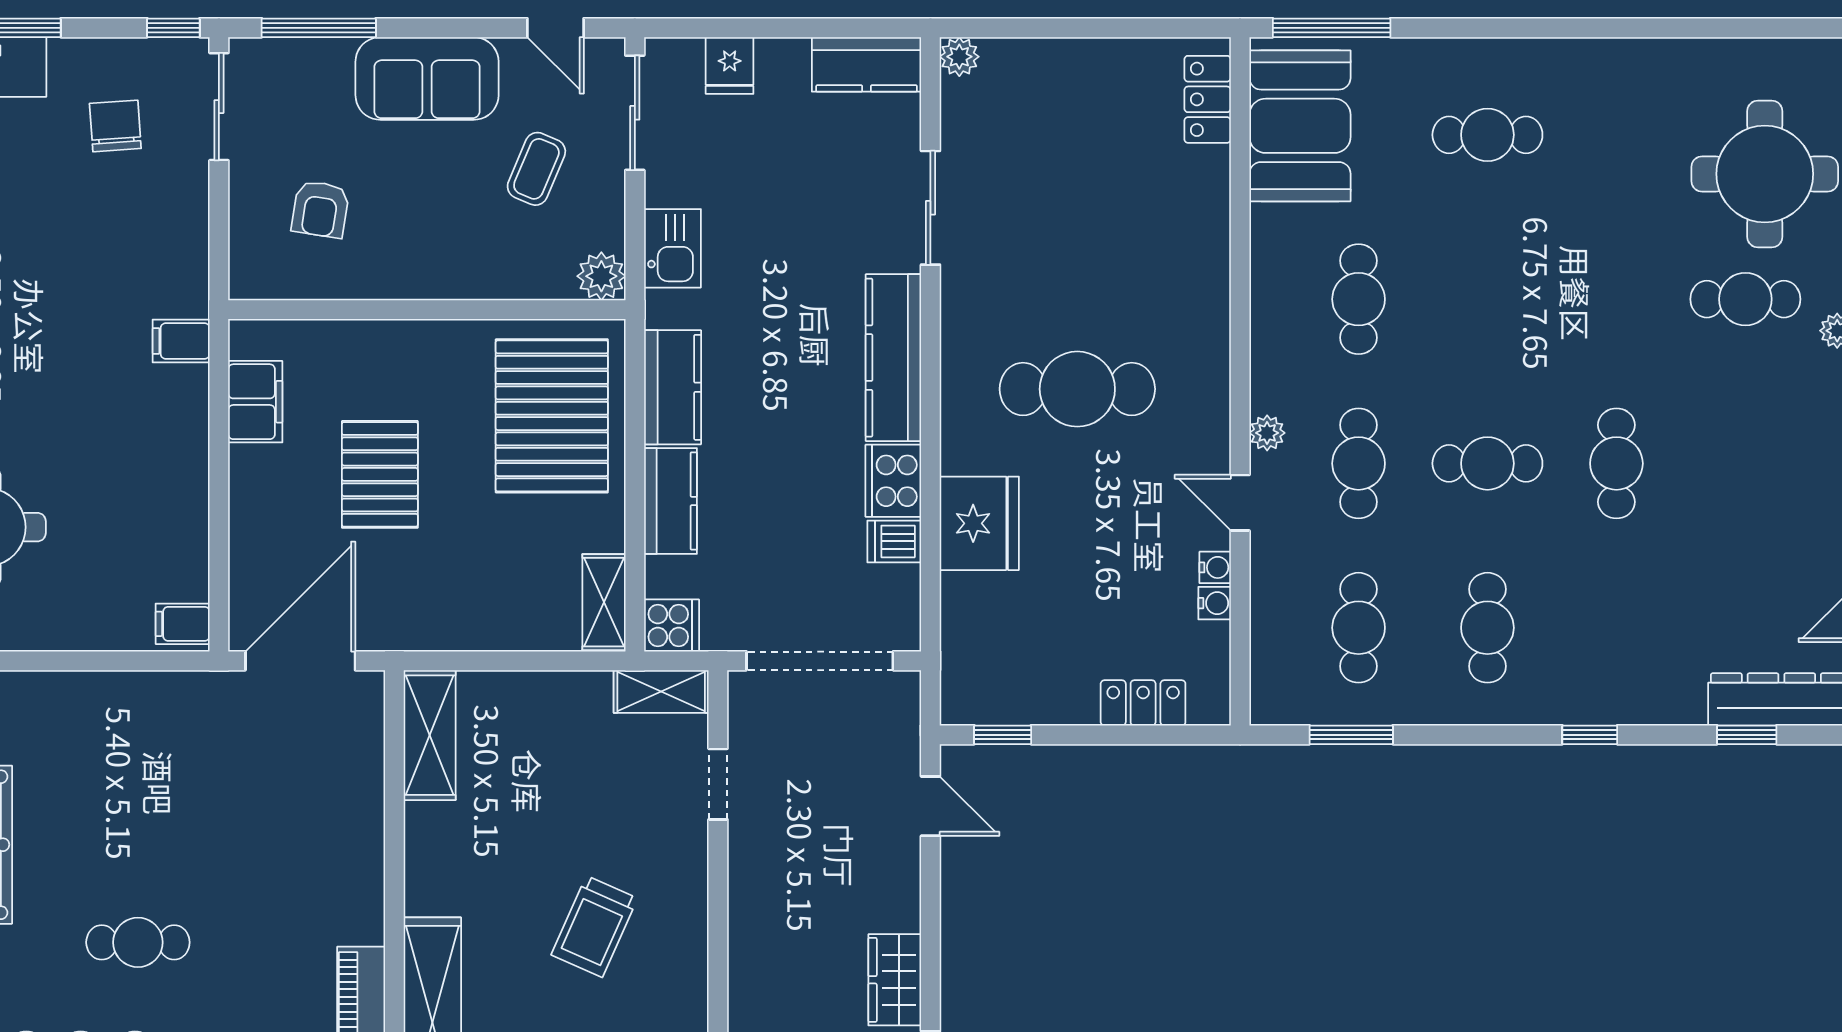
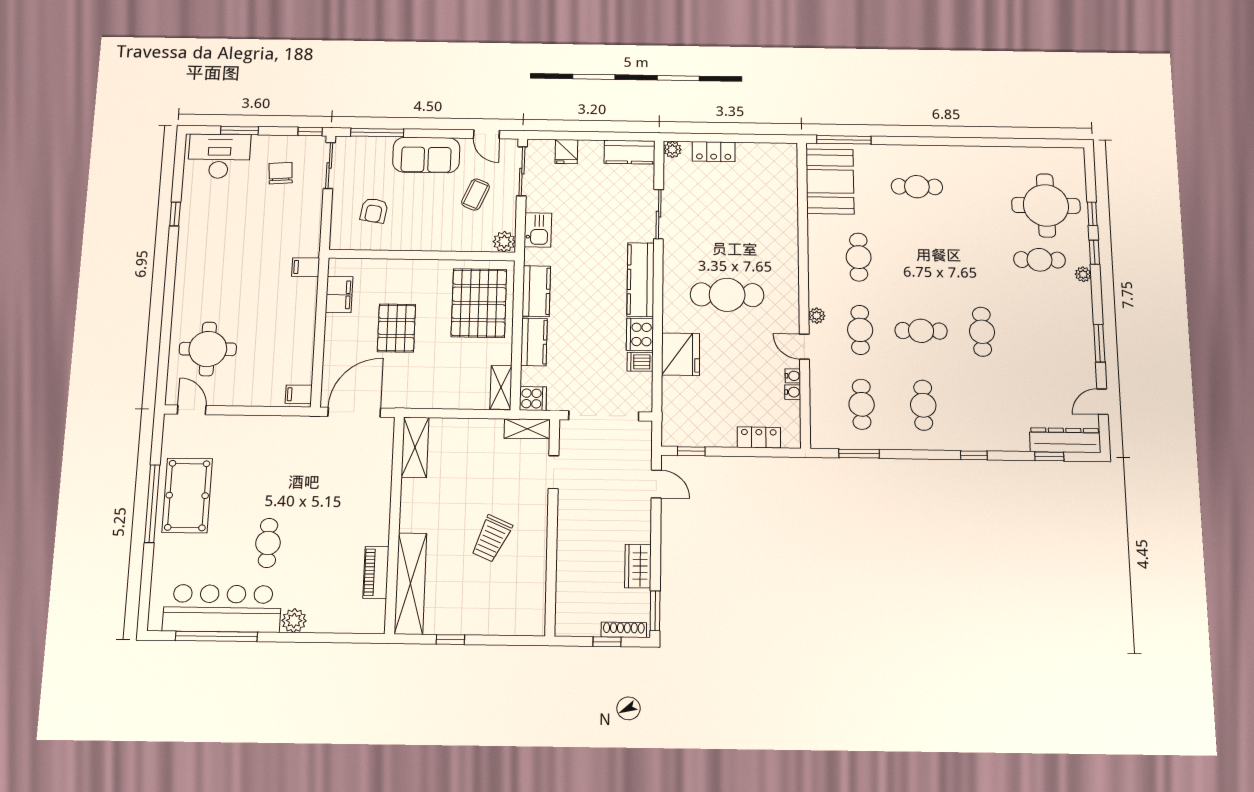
locker: (1208, 99) -> (714, 152), moved, turned -90
cafe table: (138, 942) -> (268, 543), turned 90

